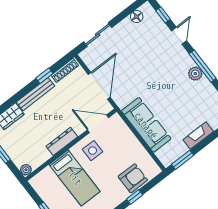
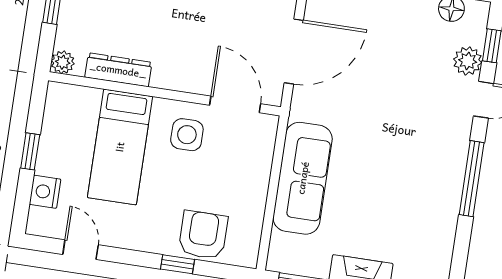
plant: (195, 74) -> (468, 61), moved
dresser: (62, 141) -> (118, 70), moved
armchair: (133, 178) -> (203, 235), turned -90

